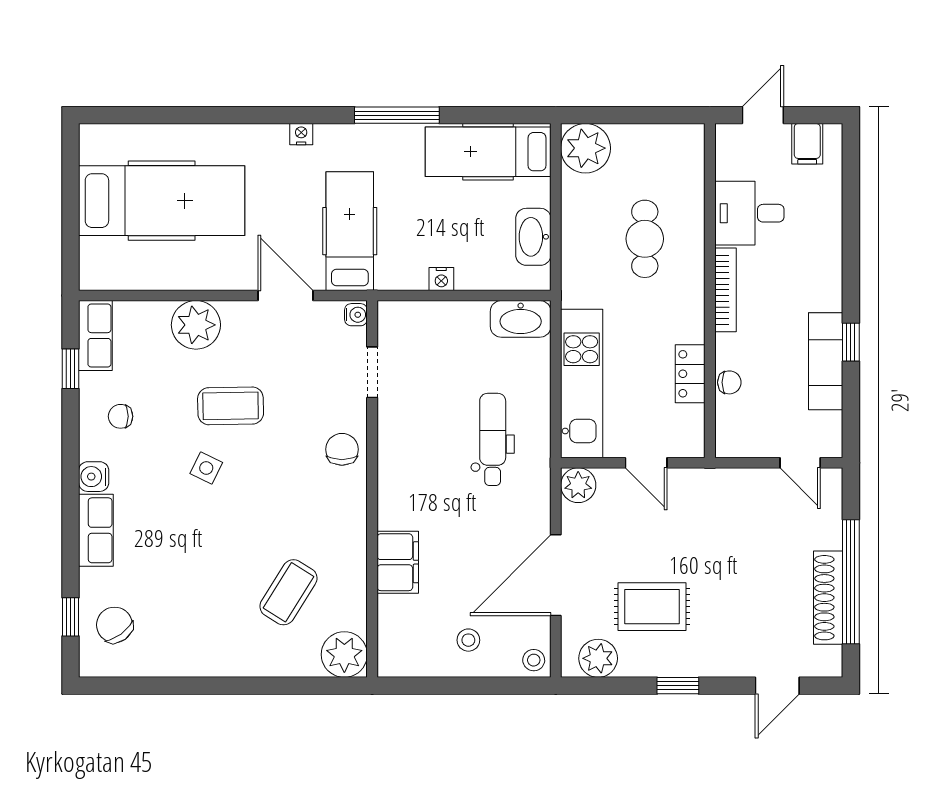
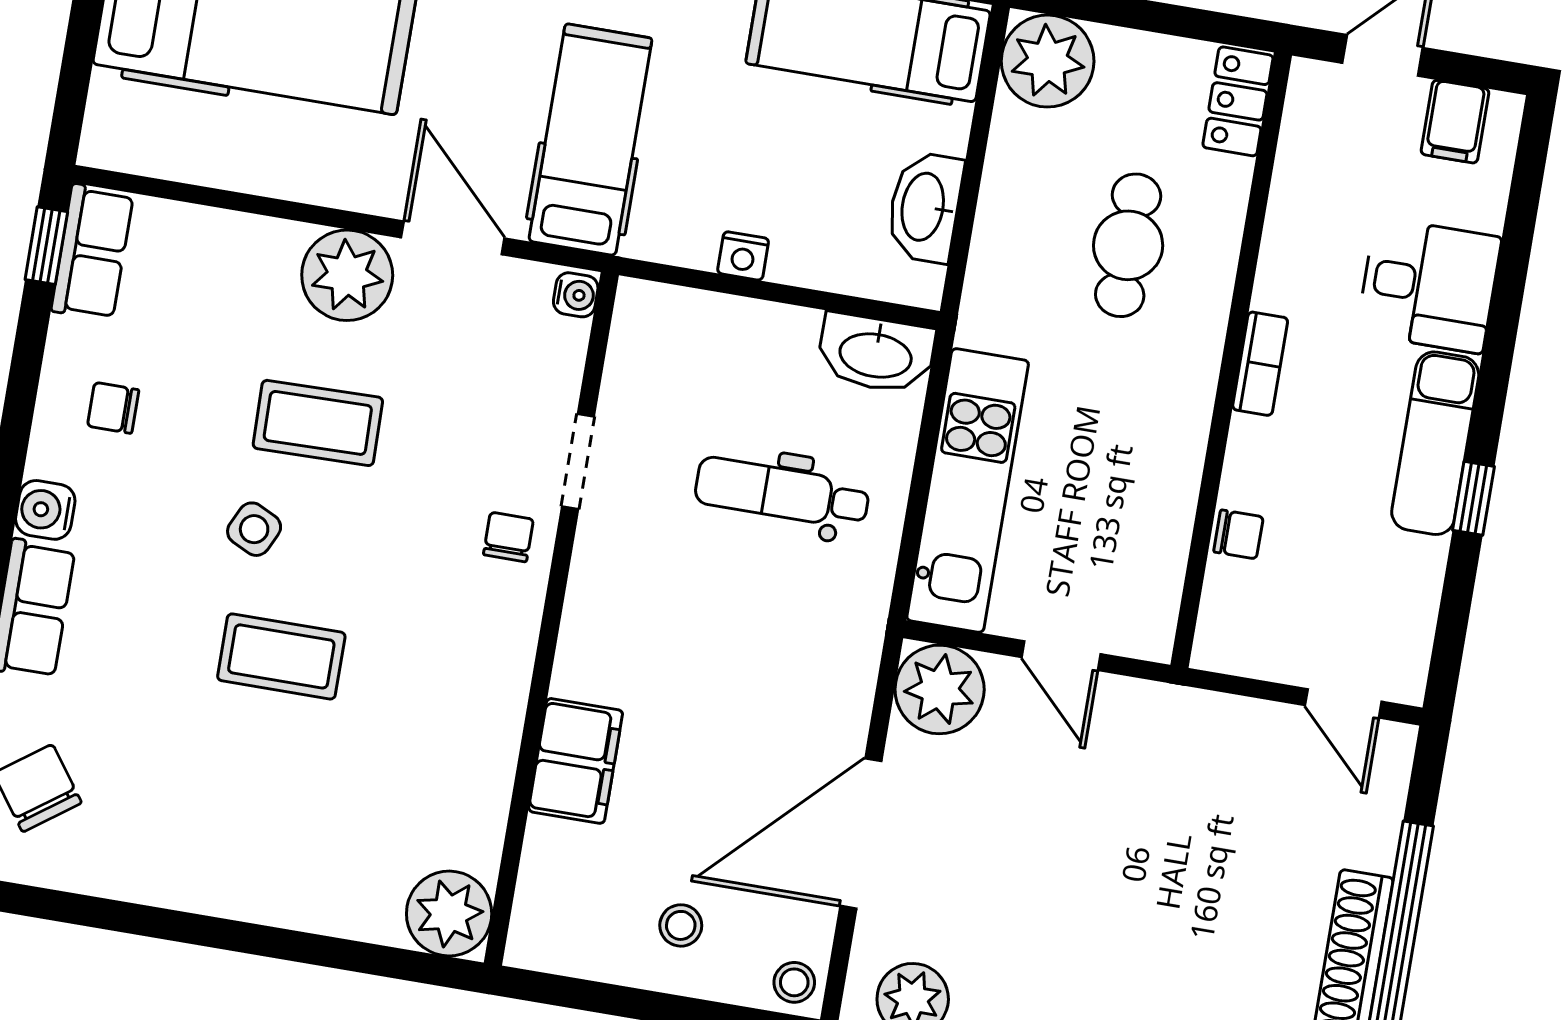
desk: (749, 213) -> (1429, 285), moved, turned 180
bookcase: (726, 290) -> (1260, 364), width x0.64
plant: (196, 325) -> (347, 275), moved
exam couch: (826, 361) -> (1435, 443), moved
window: (70, 369) -> (46, 246), moved
doorway: (372, 372) -> (578, 461), moved
locker: (690, 374) -> (1238, 101), moved
dental chair: (493, 439) -> (782, 493), moved, turned -90
chair: (342, 449) -> (508, 537), width x0.73, depth x0.73
plant: (578, 485) -> (940, 689), width x1.36, depth x1.36
coffee table: (288, 592) -> (281, 656), moved, turned 58
rug: (652, 607) -> (1028, 921), removed

